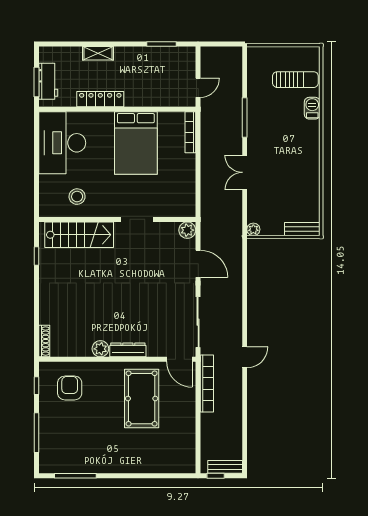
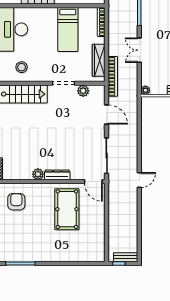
bed: (136, 143) -> (68, 30), width x0.67
wardrobe: (187, 187) -> (99, 60), added
plant: (187, 230) -> (83, 91), moved
bookcase: (207, 383) -> (113, 76), moved

